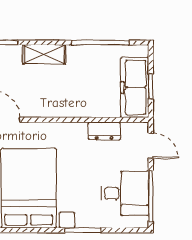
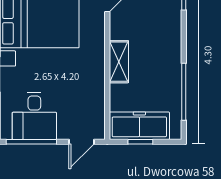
shelving: (44, 54) -> (119, 62), moved
dresser: (104, 131) -> (96, 95), removed

